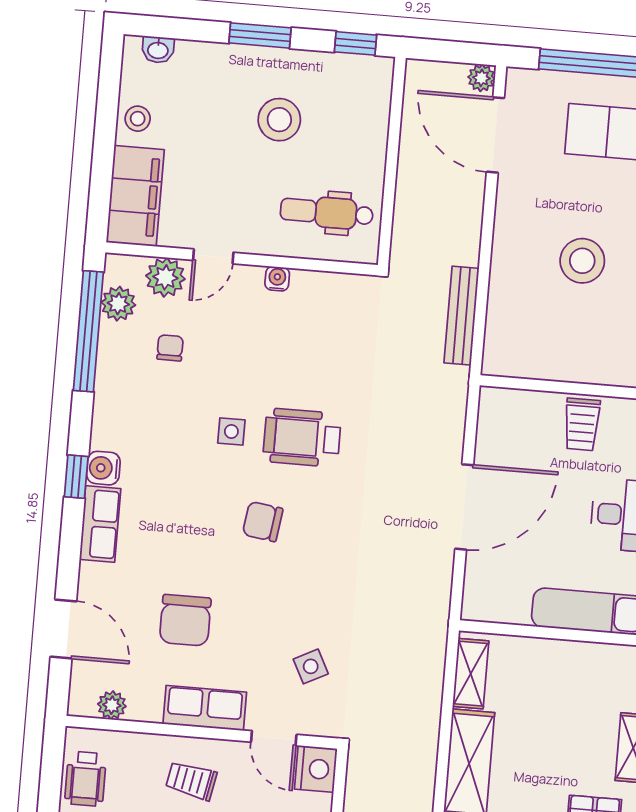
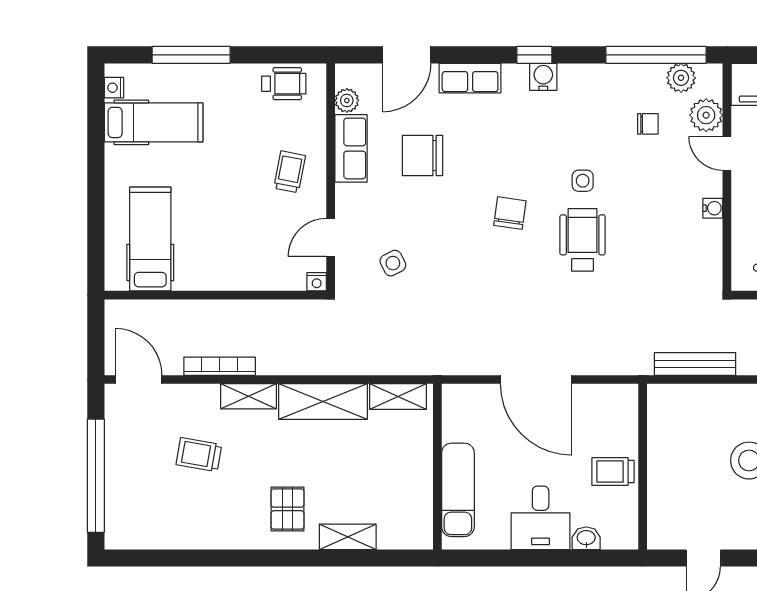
row of seats: (100, 524) -> (470, 78), moved
row of seats: (205, 708) -> (351, 148), moved
nightstand: (316, 769) -> (317, 282), width x0.53, depth x0.56
wheelchair: (85, 779) -> (284, 84), turned 180

